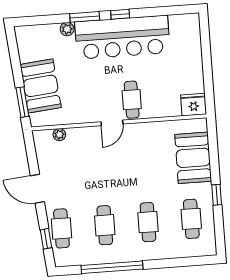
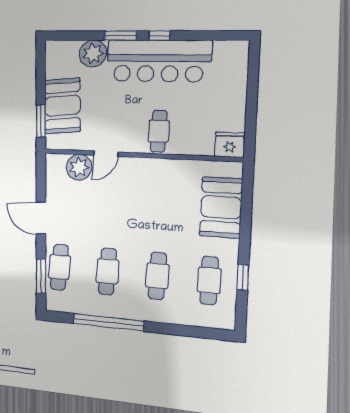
plant: (67, 29) -> (93, 53), width x1.88, depth x1.88
door: (112, 123) -> (106, 154), moved
plant: (59, 135) -> (79, 167), width x1.88, depth x1.88
window: (217, 195) -> (243, 277), moved
window: (46, 239) -> (41, 276), width x1.50

